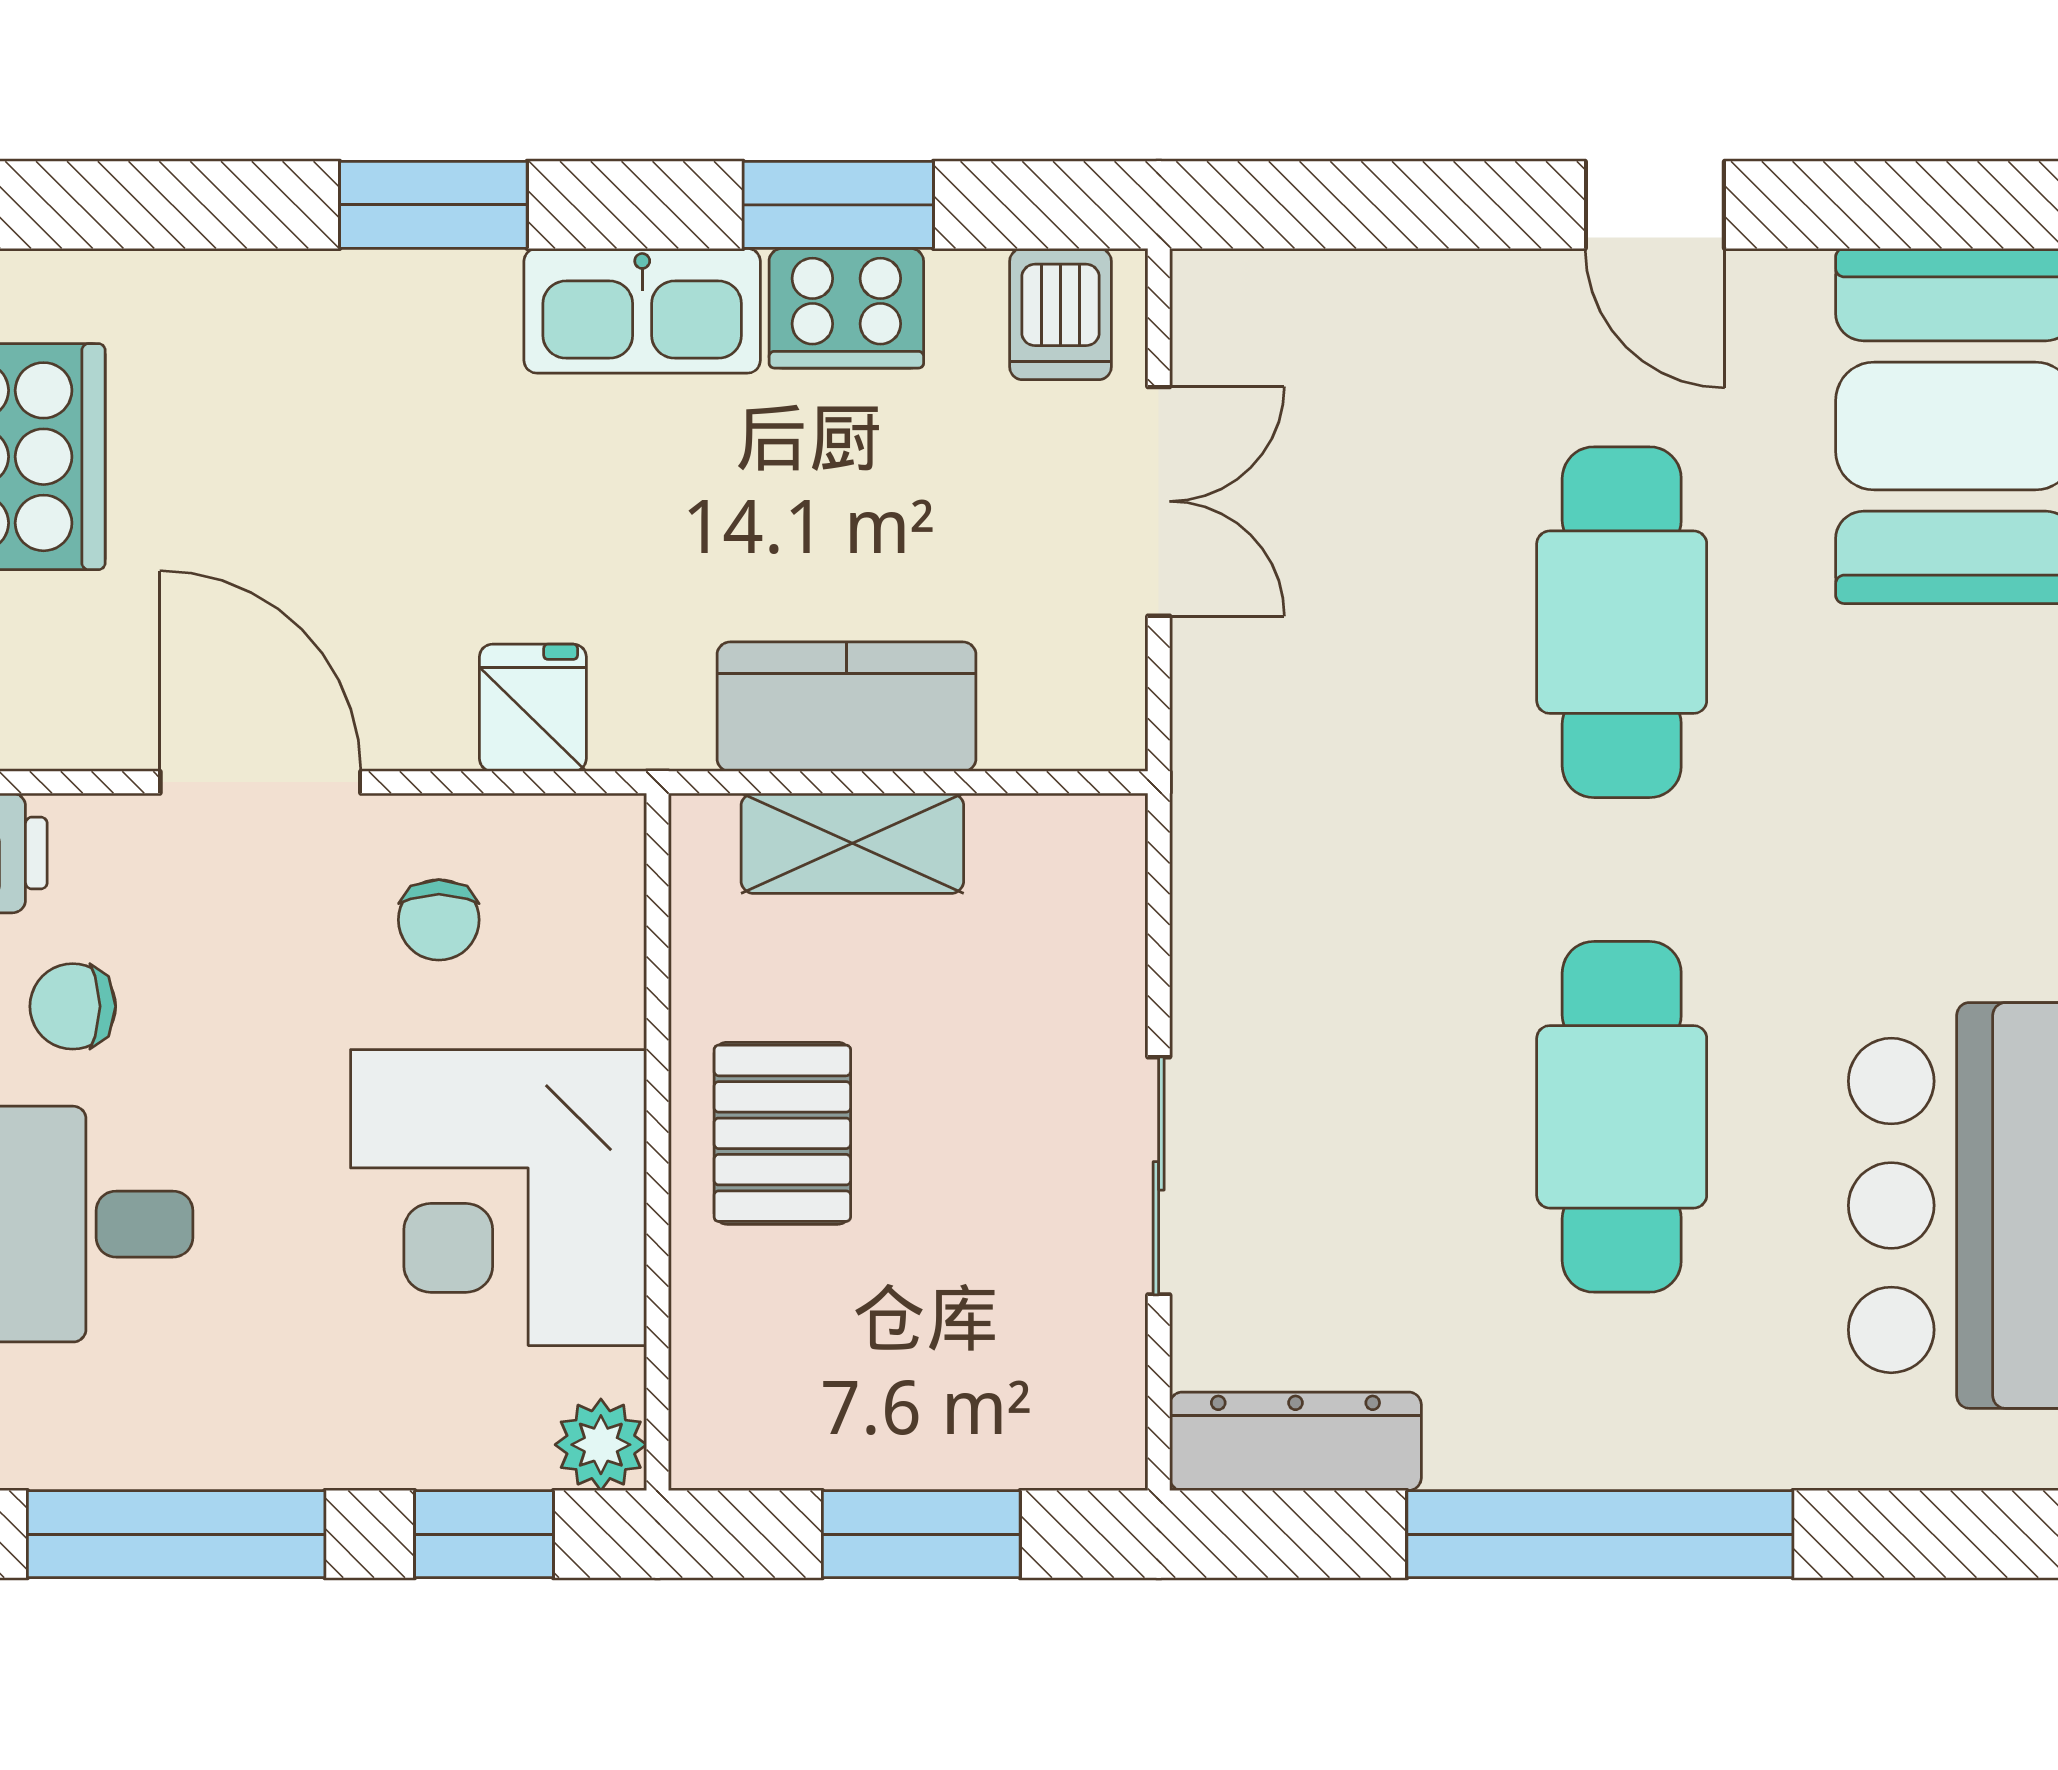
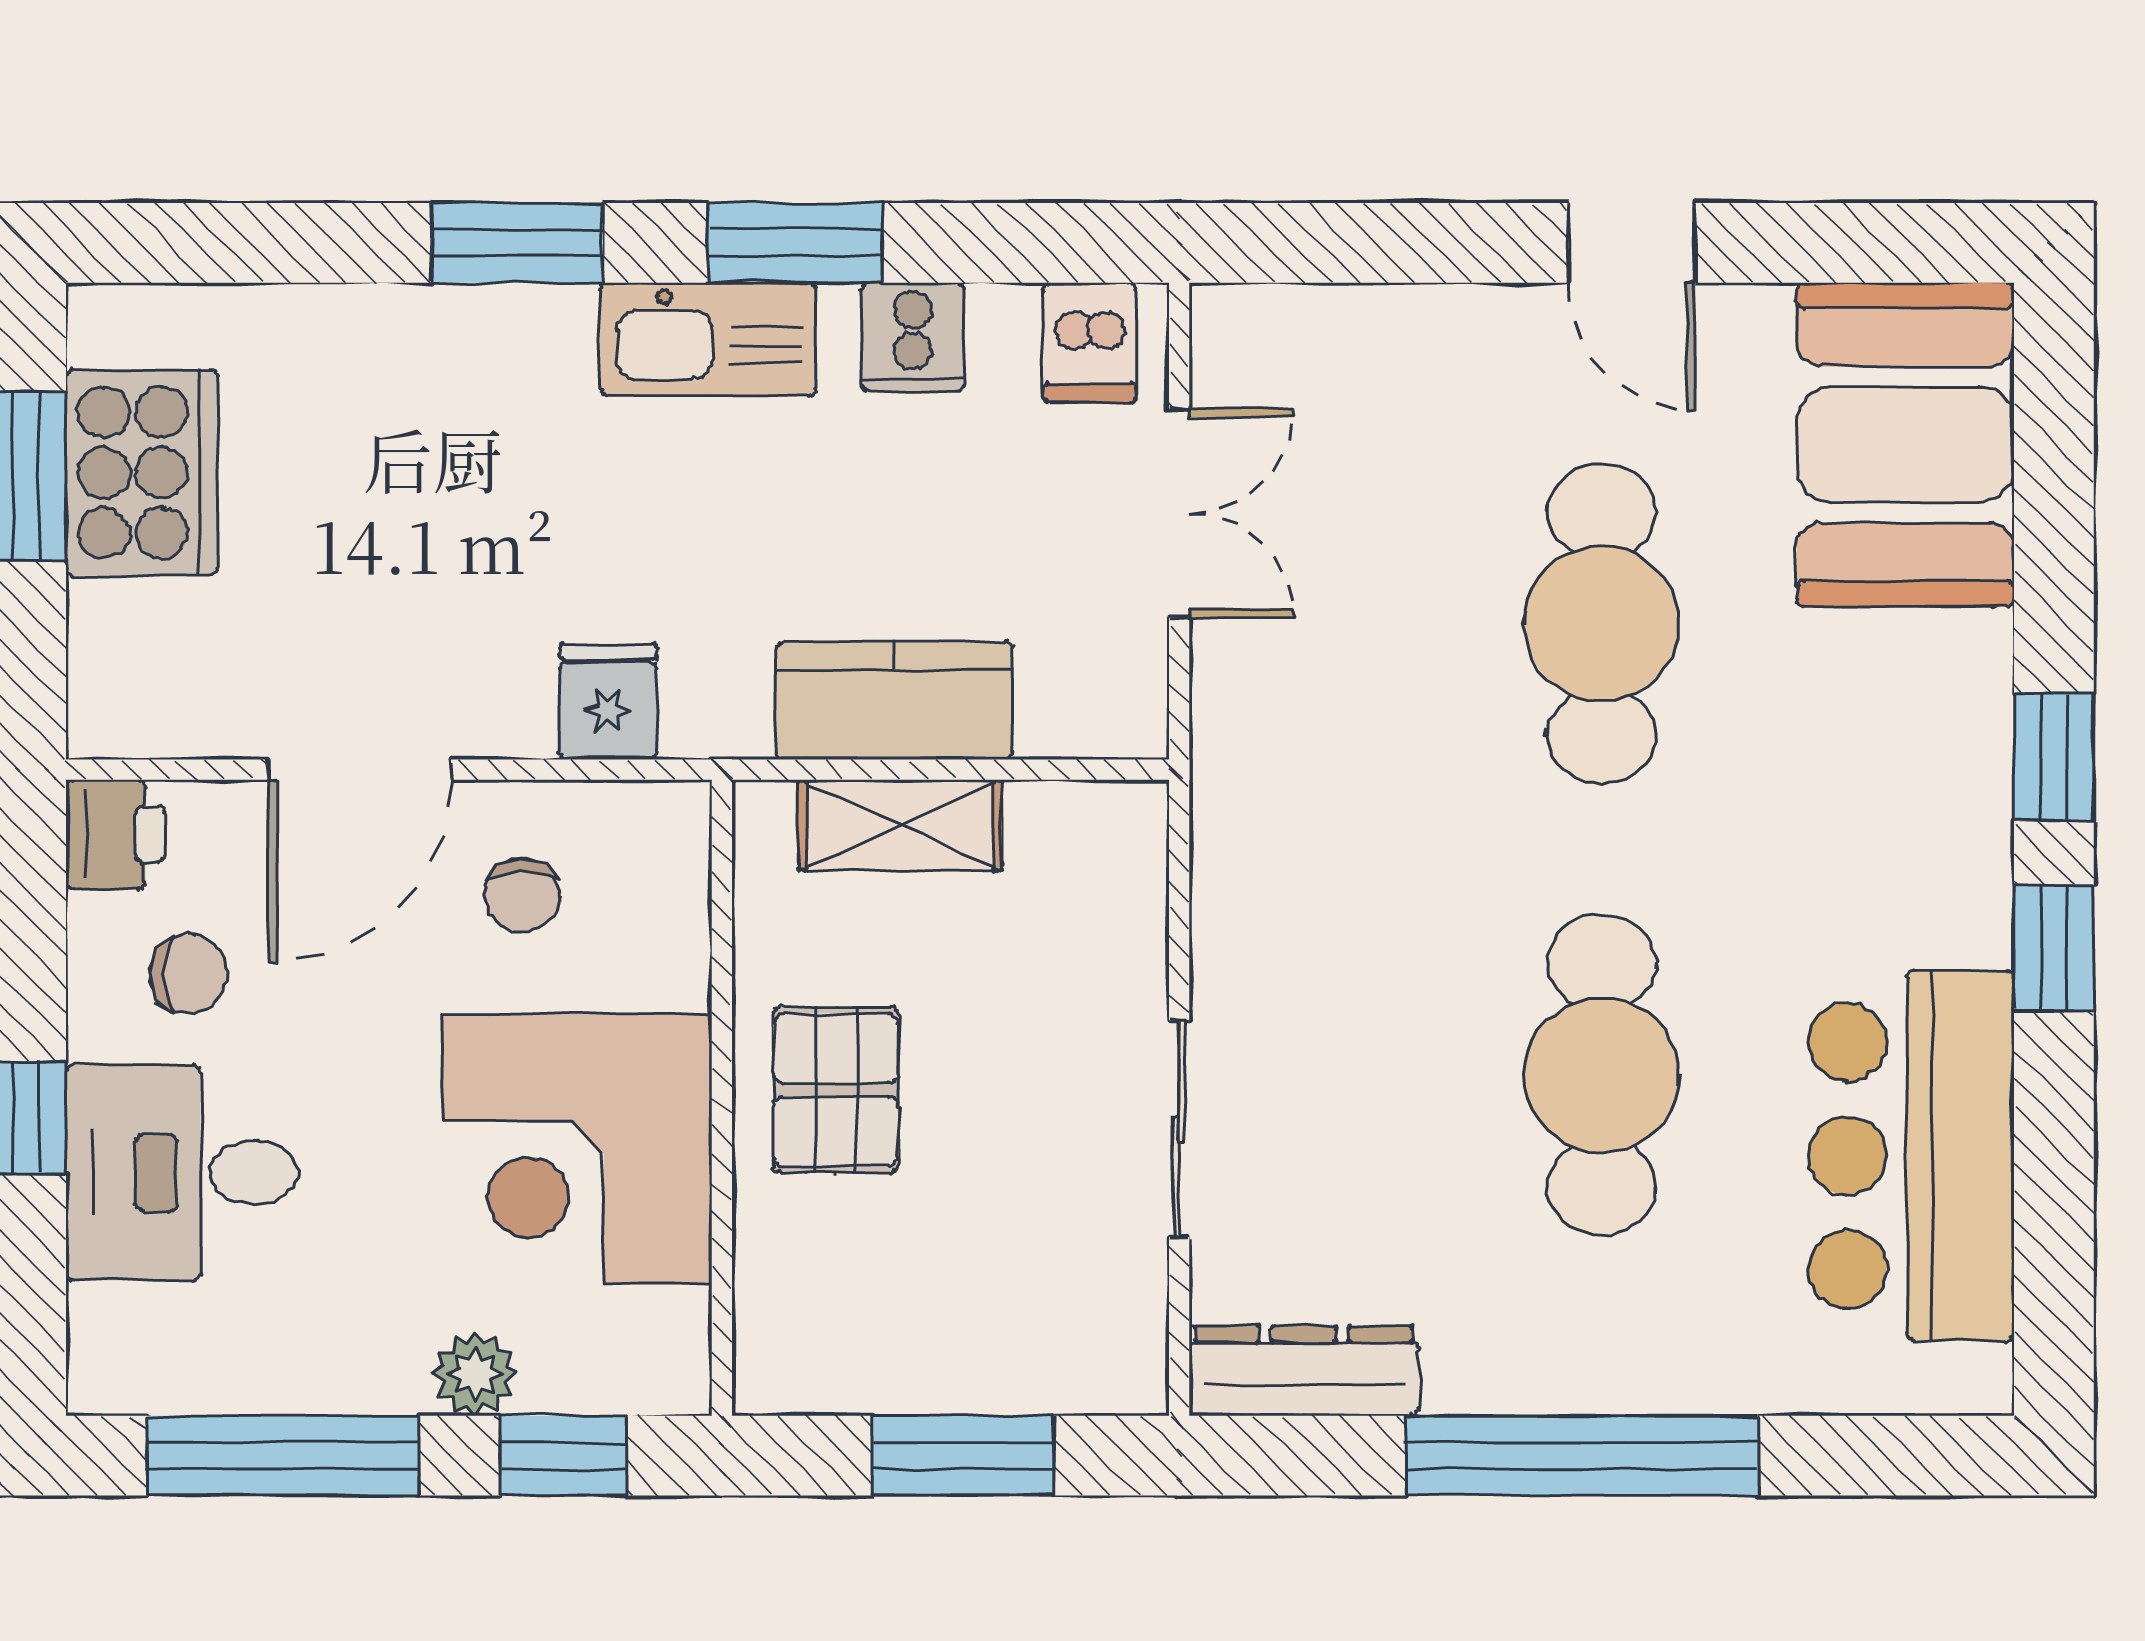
window: (838, 205) -> (795, 243), moved
cooker: (846, 308) -> (913, 337), width x0.73
door: (260, 782) -> (360, 770), swing flipped
chair: (73, 1006) -> (188, 974), turned 180
plant: (601, 1445) -> (475, 1374), moved

